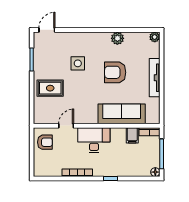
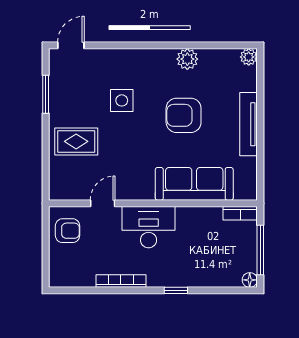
filing cabinet: (132, 135) -> (212, 219), removed

